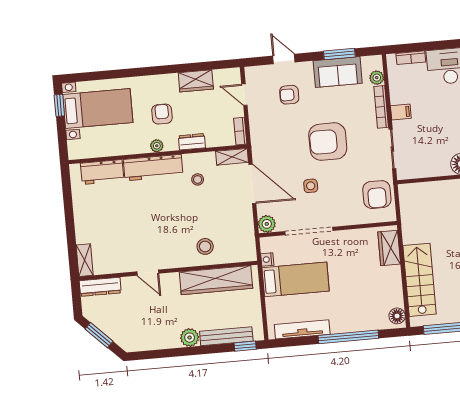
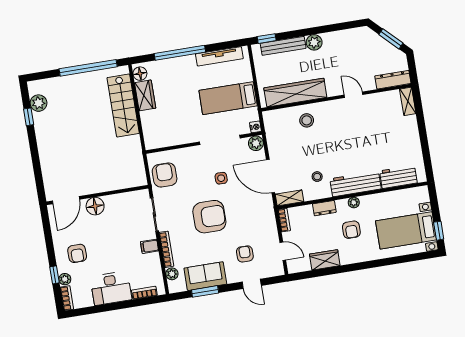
armchair: (289, 95) -> (245, 254), turned -90
wardrobe: (389, 248) -> (145, 95), moved
nightstand: (267, 259) -> (255, 127), moved

